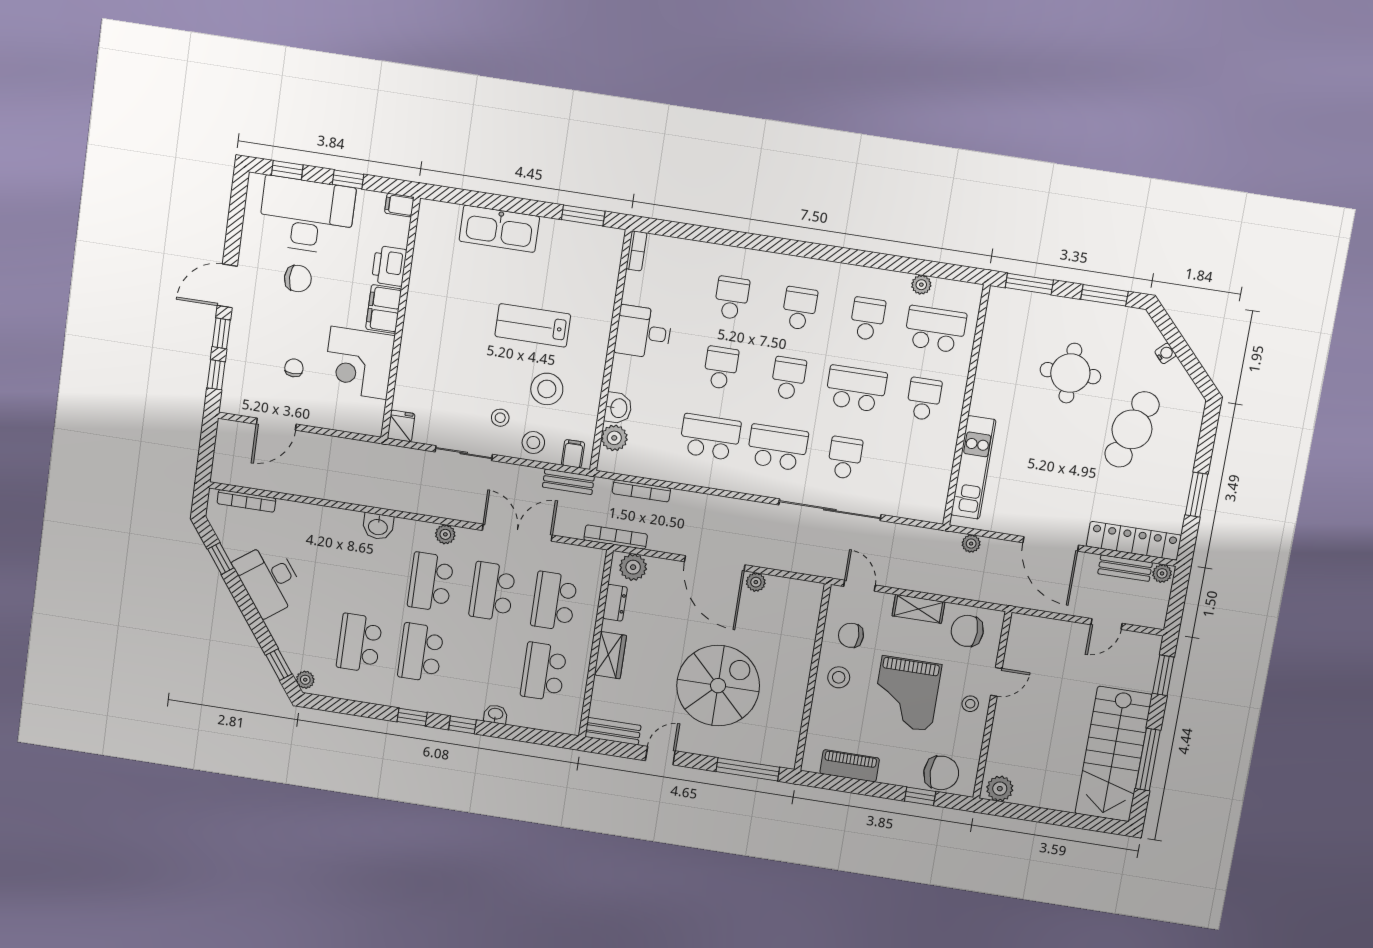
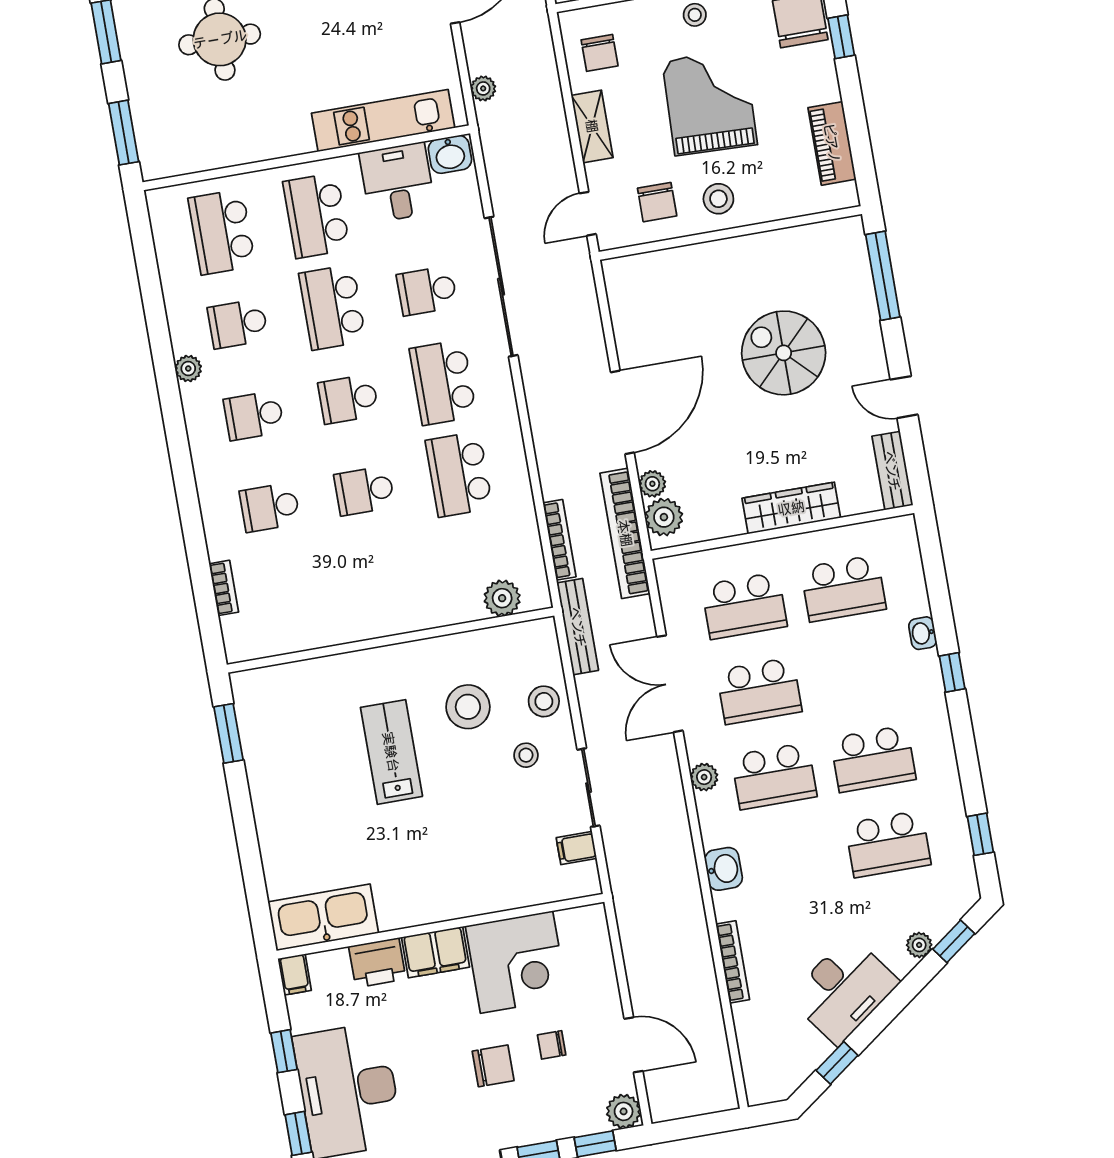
kitchen sink: (499, 229) -> (323, 917), moved, turned -90
bookcase: (636, 251) -> (224, 588), moved, turned 90
chair: (298, 279) -> (493, 1066), moved, turned 90
plant: (921, 285) -> (188, 368), moved
lab bench: (533, 325) -> (391, 752), turned 180
desk: (643, 332) -> (397, 182), moved, turned 180
school desk: (924, 399) -> (316, 216), width x1.85
plant: (232, 402) -> (624, 1111), added
washbasin: (618, 408) -> (450, 154), moved, turned 180
fridge: (401, 426) -> (581, 881), removed
filing cabinet: (573, 454) -> (577, 848), moved
bench: (568, 482) -> (578, 627), width x1.36
bookcase: (246, 501) -> (733, 962), moved
bookcase: (616, 537) -> (625, 533), width x1.48, depth x1.31
plant: (756, 582) -> (652, 484), moved
dresser: (615, 603) -> (719, 525), removed
chair: (967, 631) -> (600, 53), width x0.73, depth x0.73
wardrobe: (610, 655) -> (791, 508), width x1.50
plant: (305, 680) -> (919, 945), moved
spiral stairs: (718, 686) -> (784, 353), width x0.73, depth x0.73
grand piano: (907, 694) -> (710, 103), turned -88
window: (412, 717) -> (980, 834), moved

